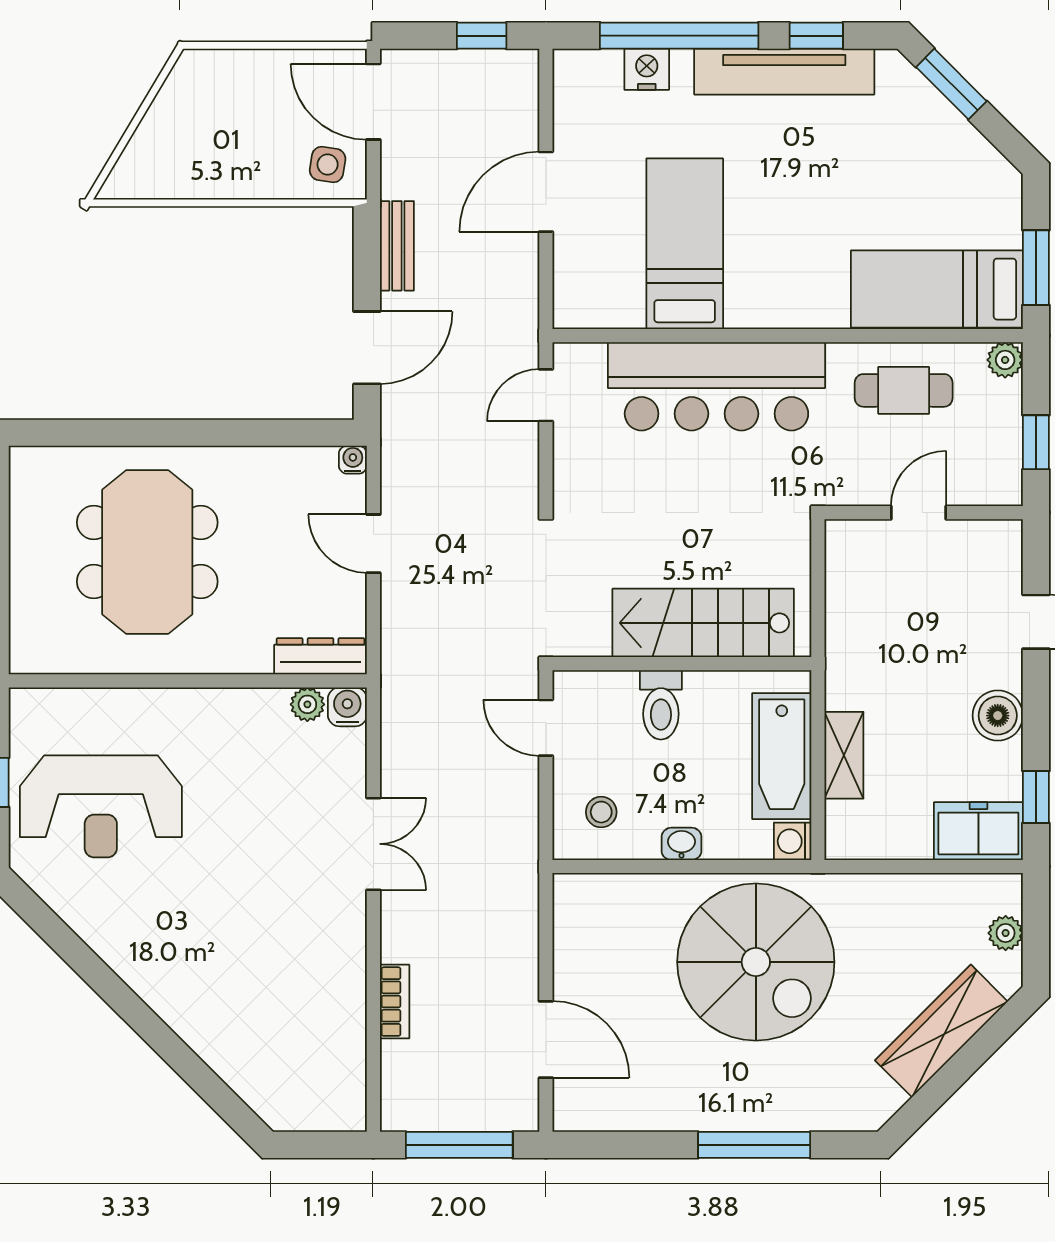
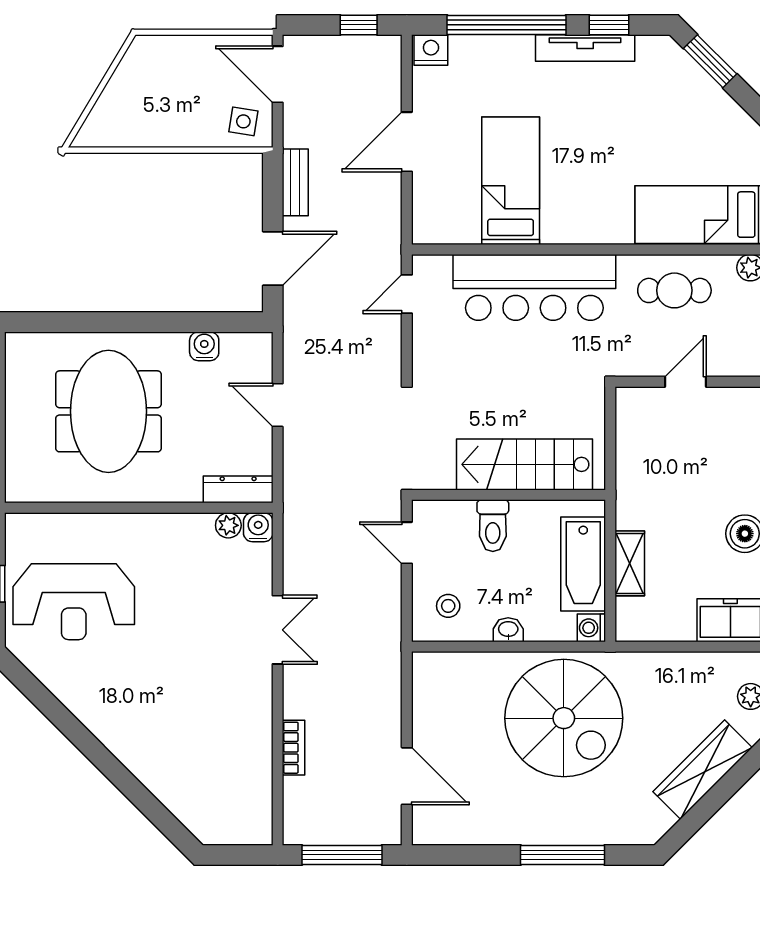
nightstand: (647, 69) -> (431, 50), moved
tv unit: (784, 72) -> (585, 48), width x0.73, depth x0.78
water cooler: (353, 460) -> (204, 346), moved, width x1.38, depth x1.38

